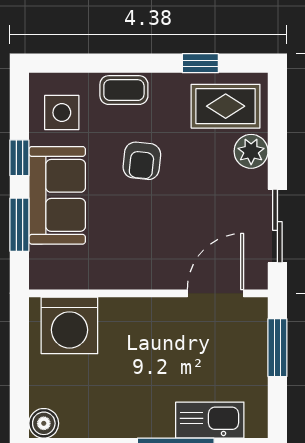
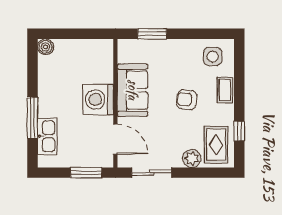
window: (19, 158) -> (188, 34), removed
sofa: (57, 195) -> (133, 90), moved, turned -90
washing machine: (69, 325) -> (98, 100), moved

